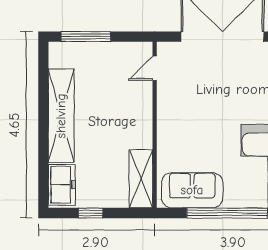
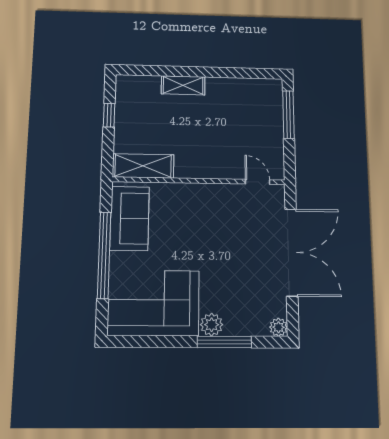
shelving: (61, 116) -> (183, 85), width x0.45, depth x0.75
freezer: (62, 185) -> (139, 88), removed

